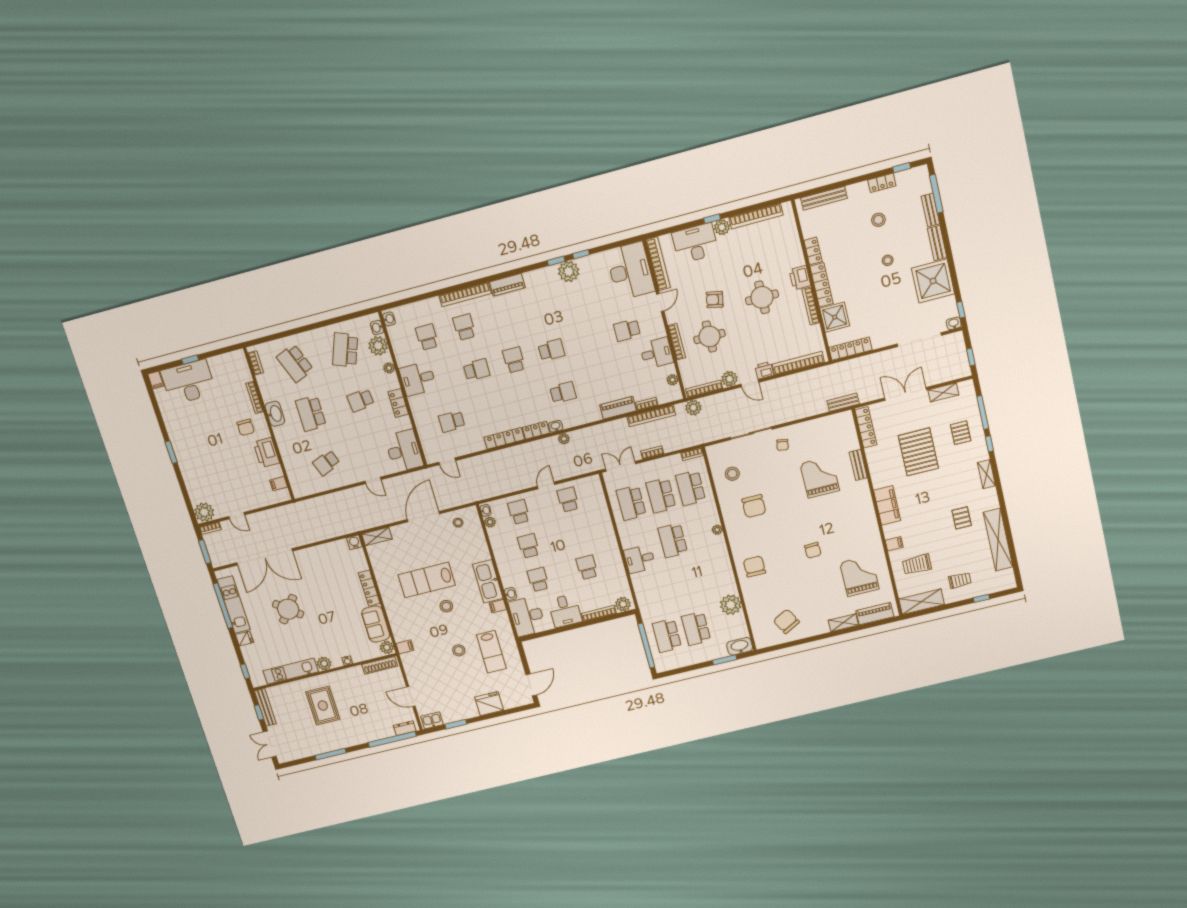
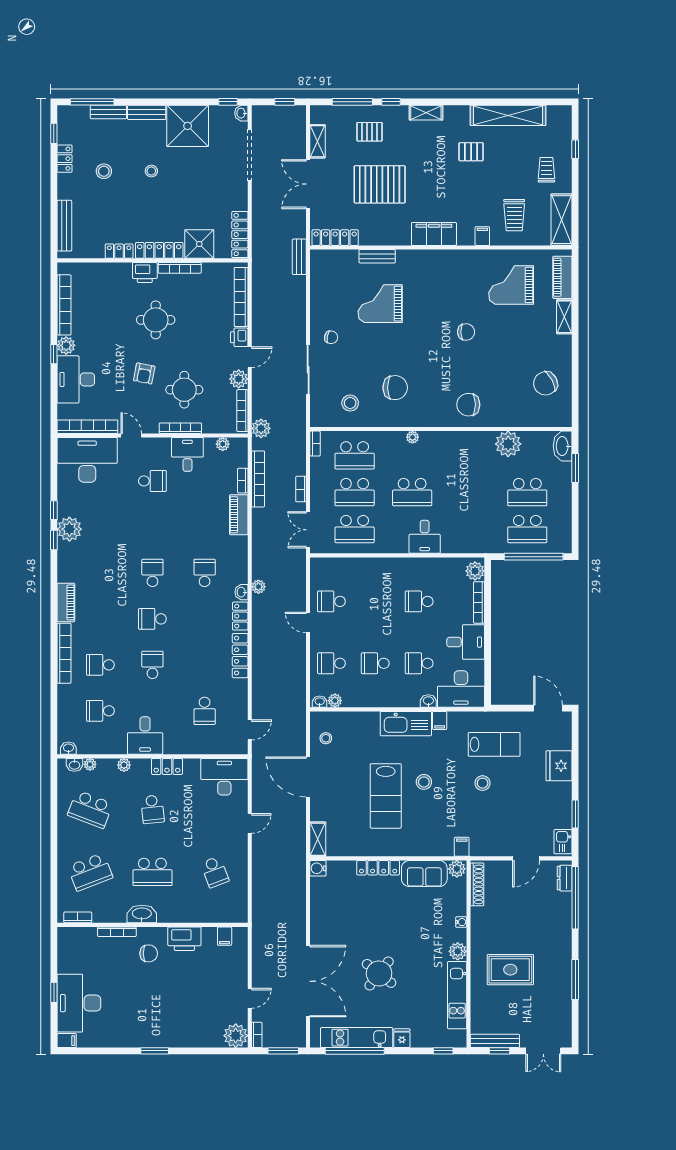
school desk: (627, 330) -> (152, 481), turned -90
plant: (378, 346) -> (90, 764), width x0.53, depth x0.53

